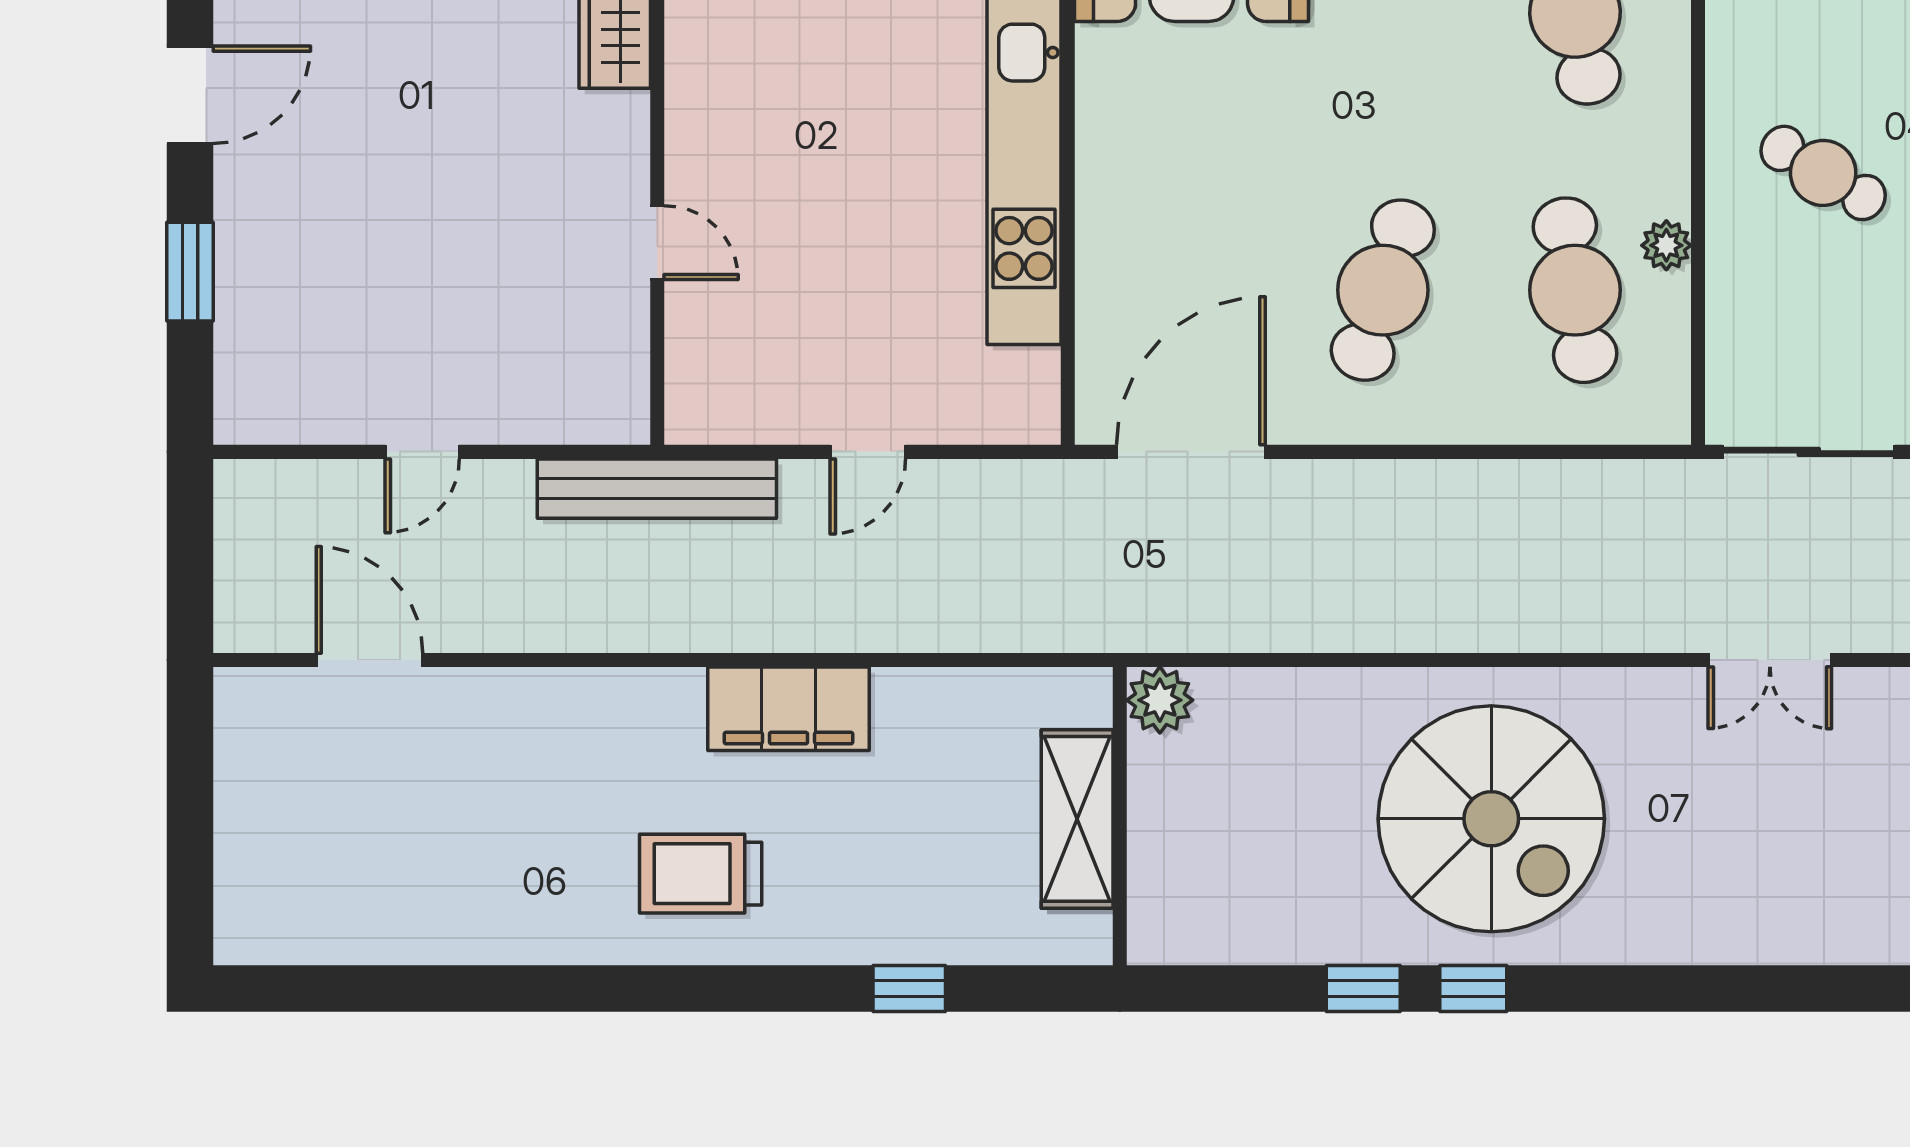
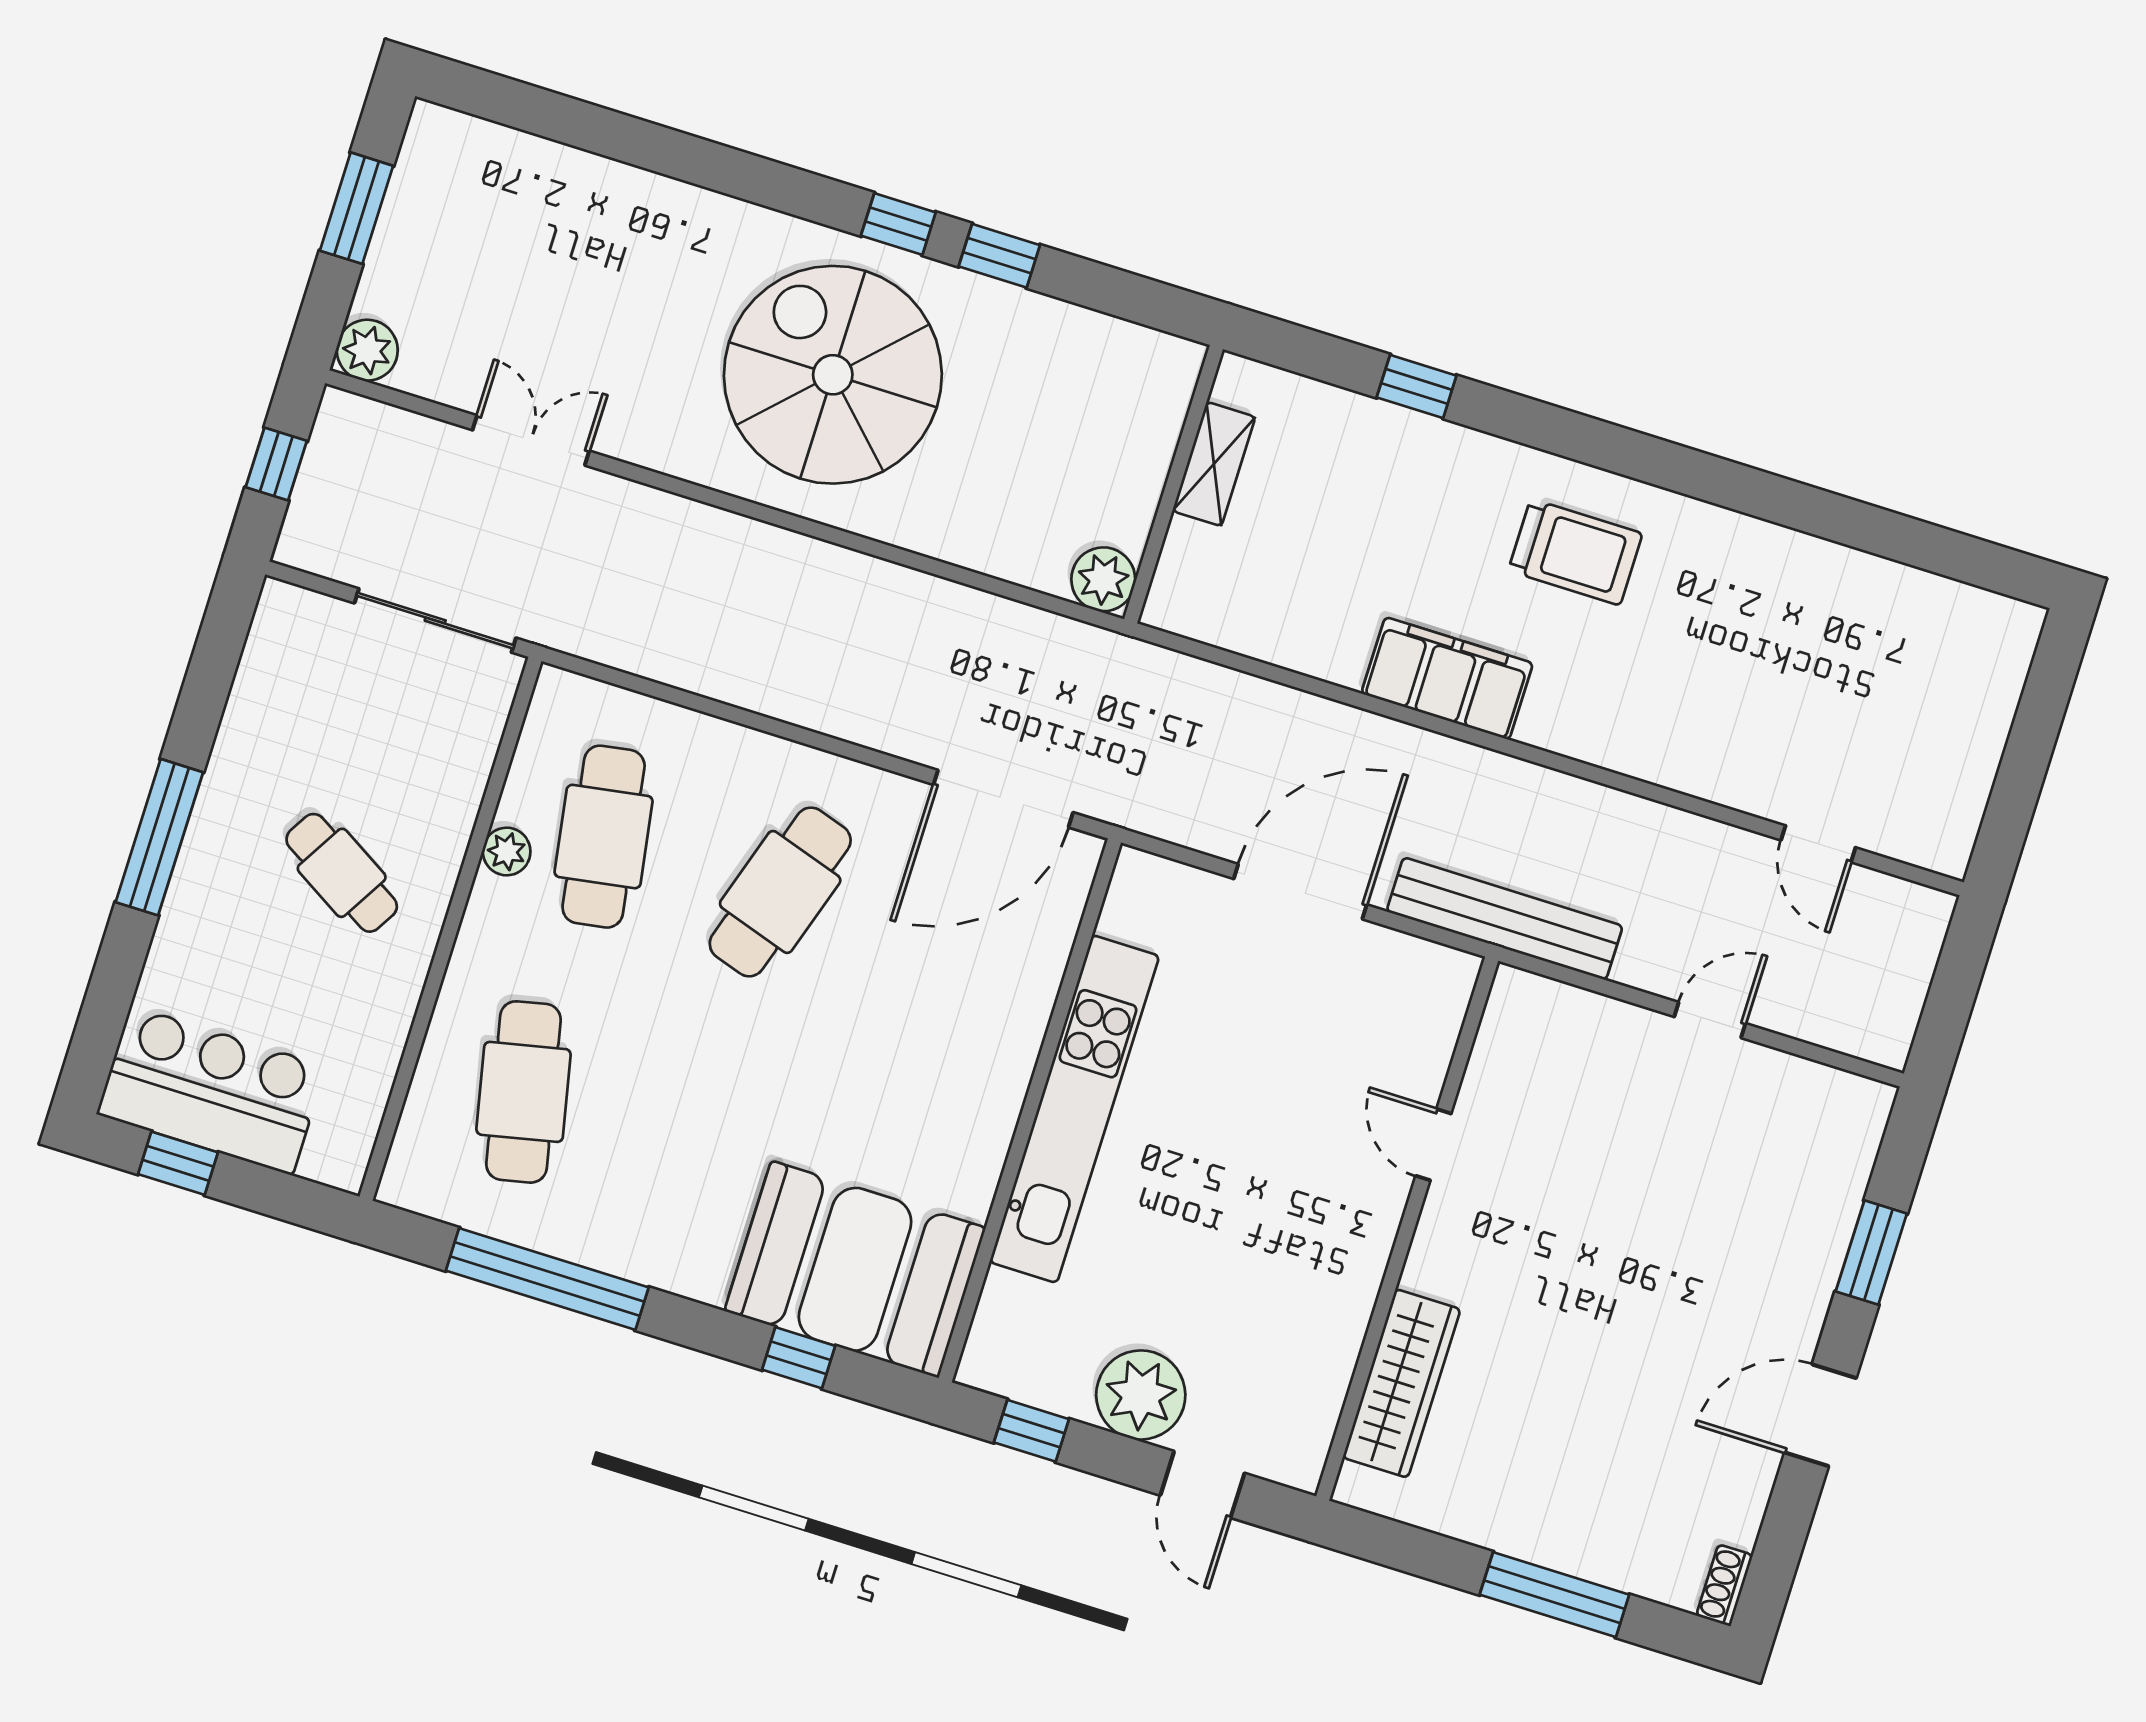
door: (868, 452) -> (1300, 892), width x1.88
door: (370, 660) -> (1818, 844), width x0.73
shelving: (1077, 819) -> (1214, 464), width x0.67, depth x0.75

